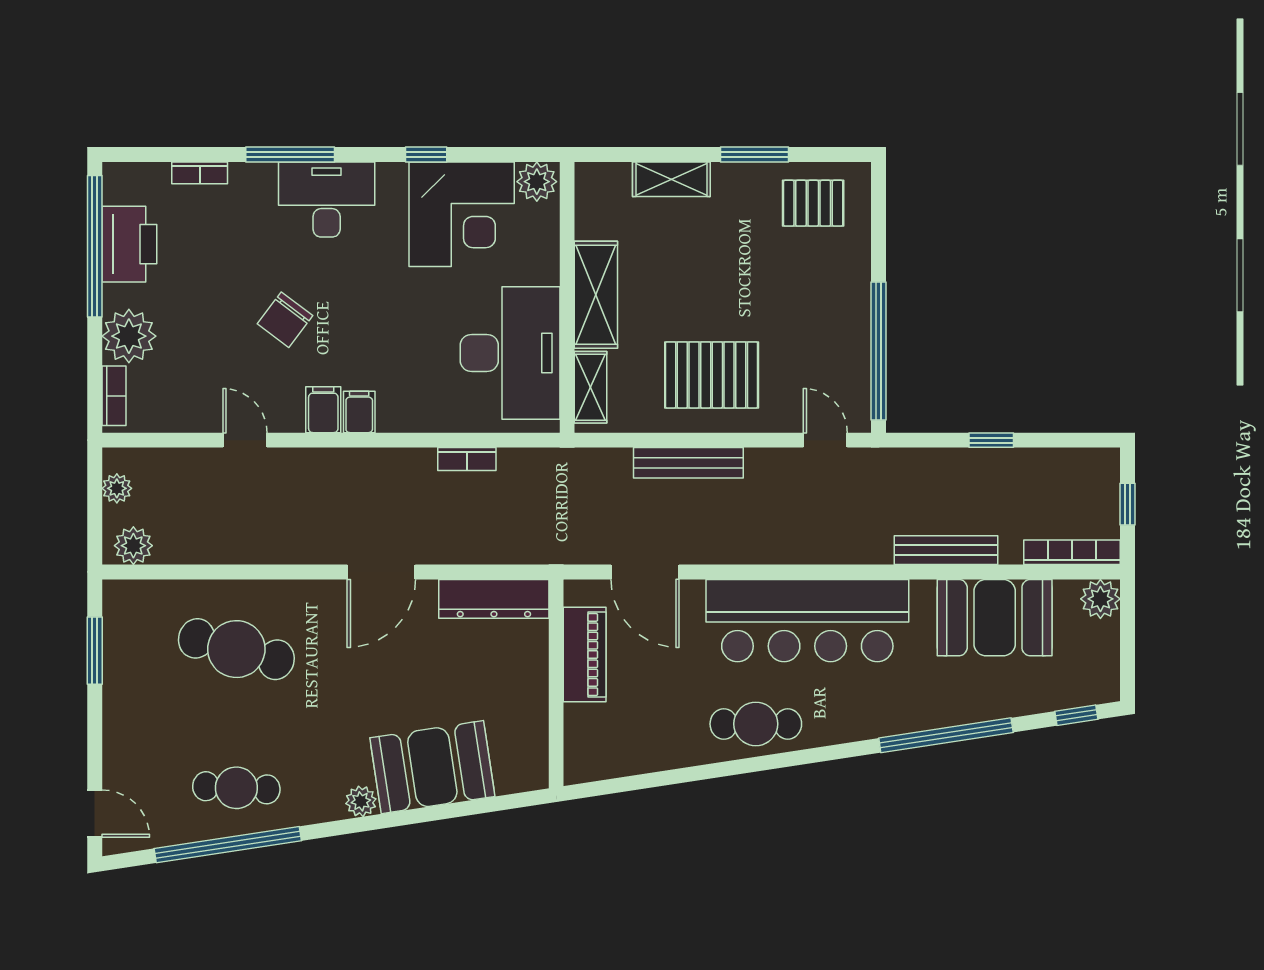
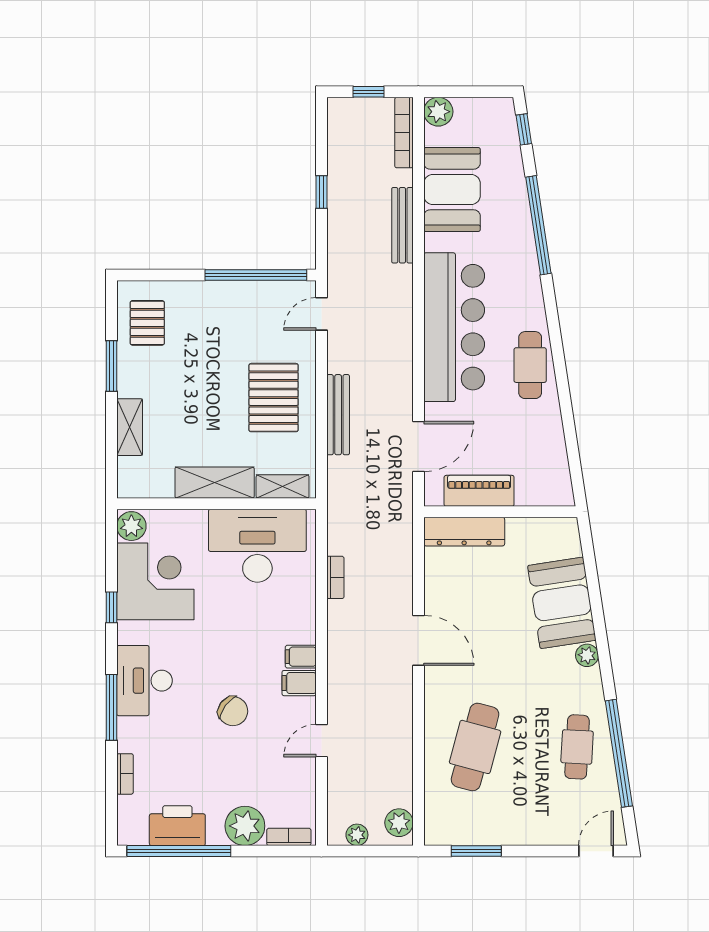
dresser: (494, 599) -> (464, 532), moved, turned 90

